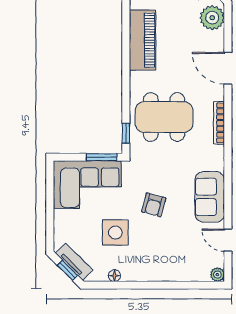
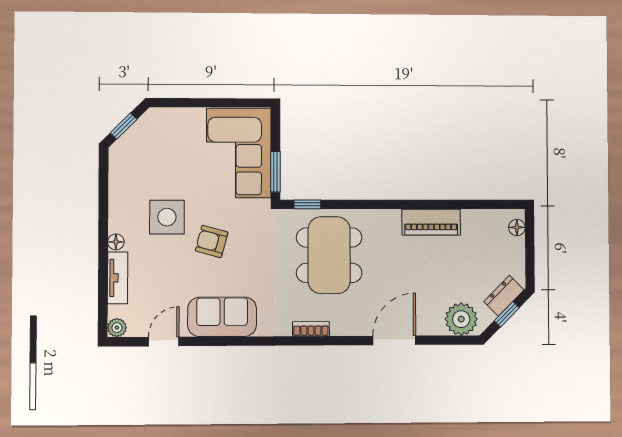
piano: (142, 40) -> (431, 222), width x0.73, depth x0.75
bookcase: (219, 123) -> (311, 329), width x0.64
side table: (115, 233) -> (167, 217), moved
tv unit: (74, 262) -> (118, 278), moved, turned -45
floor lamp: (114, 276) -> (116, 242), moved

